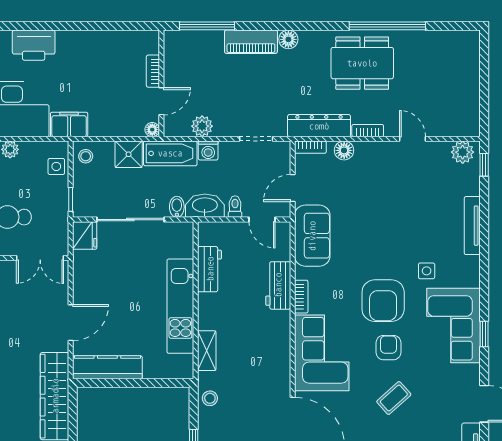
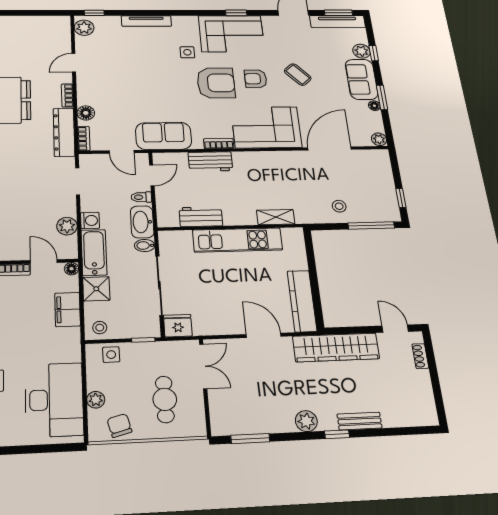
filing cabinet: (69, 124) -> (68, 309), moved
stool: (210, 398) -> (339, 206), moved

